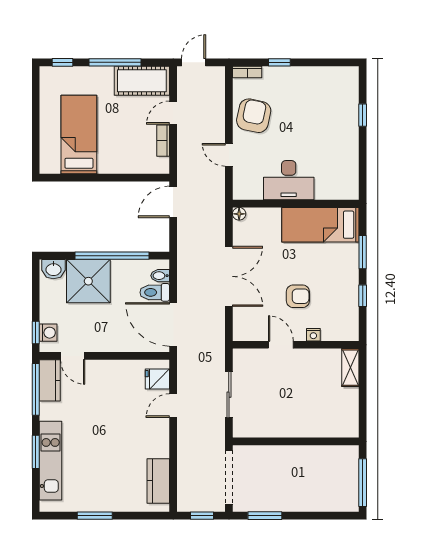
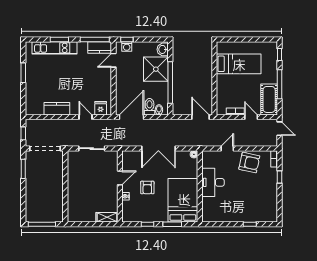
bed: (320, 225) -> (183, 200), width x1.50
kitchen counter: (158, 481) -> (57, 109), moved

